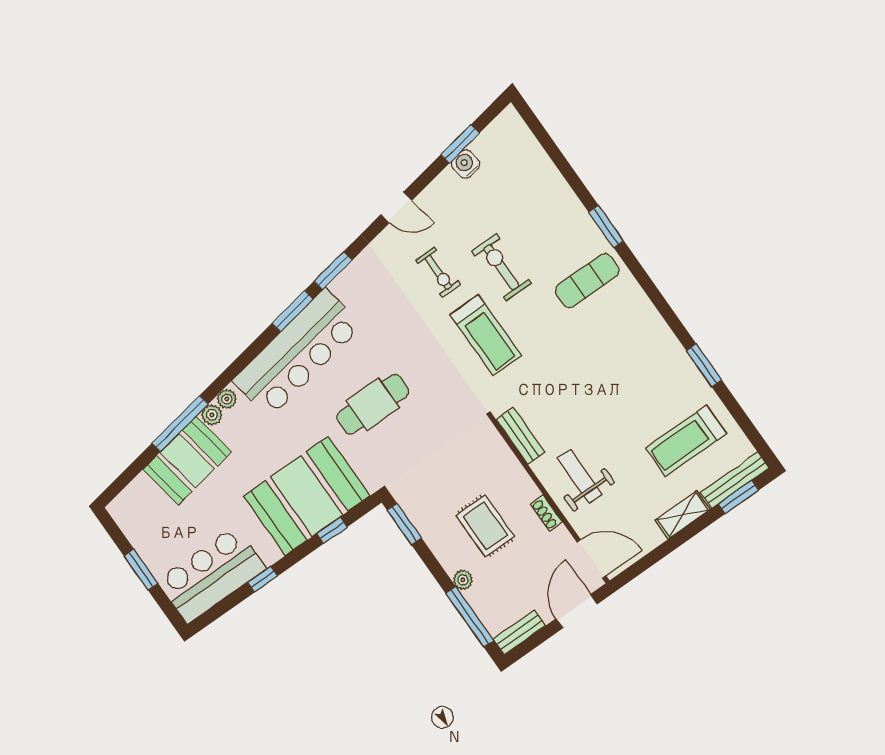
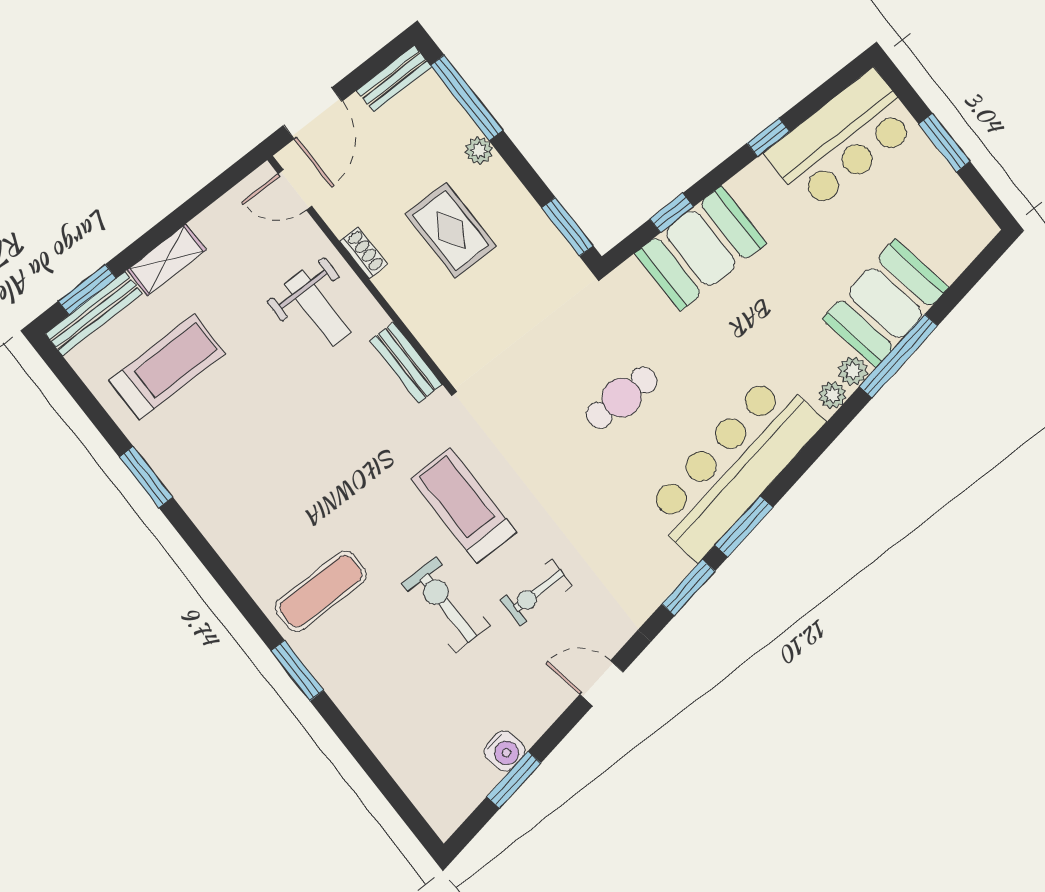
exercise bike: (501, 267) -> (446, 605), turned 180
exercise bike: (438, 272) -> (536, 593), turned -90
cafe table: (373, 404) -> (622, 398), width x0.73, depth x0.74
booth: (307, 496) -> (701, 248), width x0.73, depth x0.70
door: (591, 559) -> (295, 190), width x0.73

